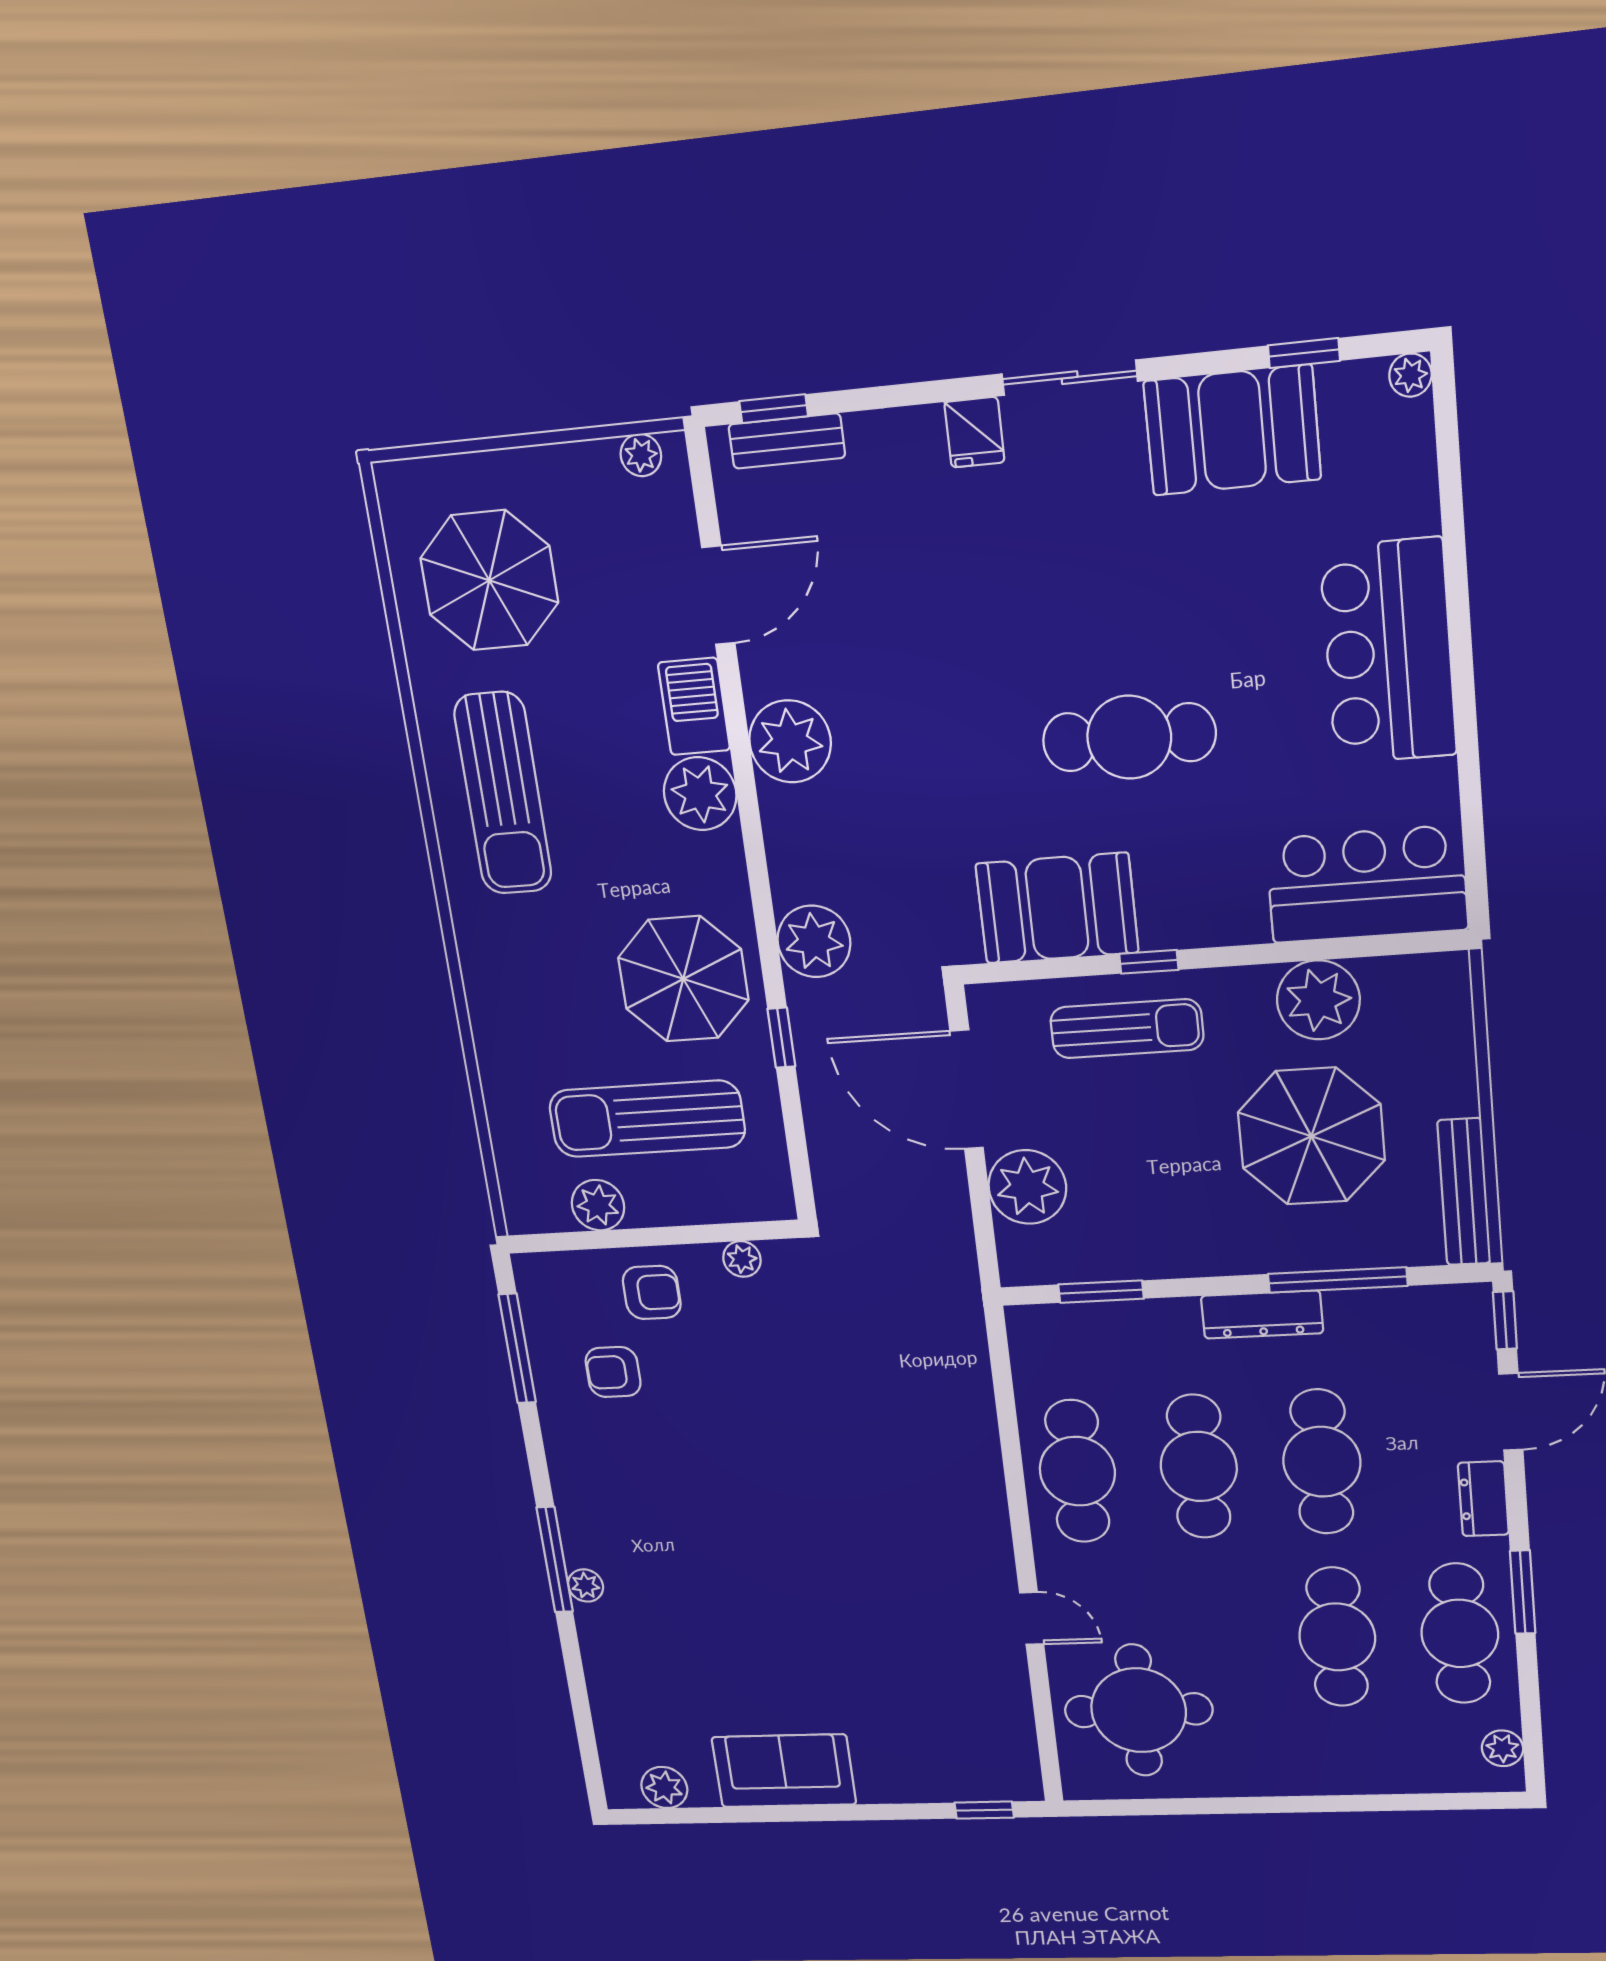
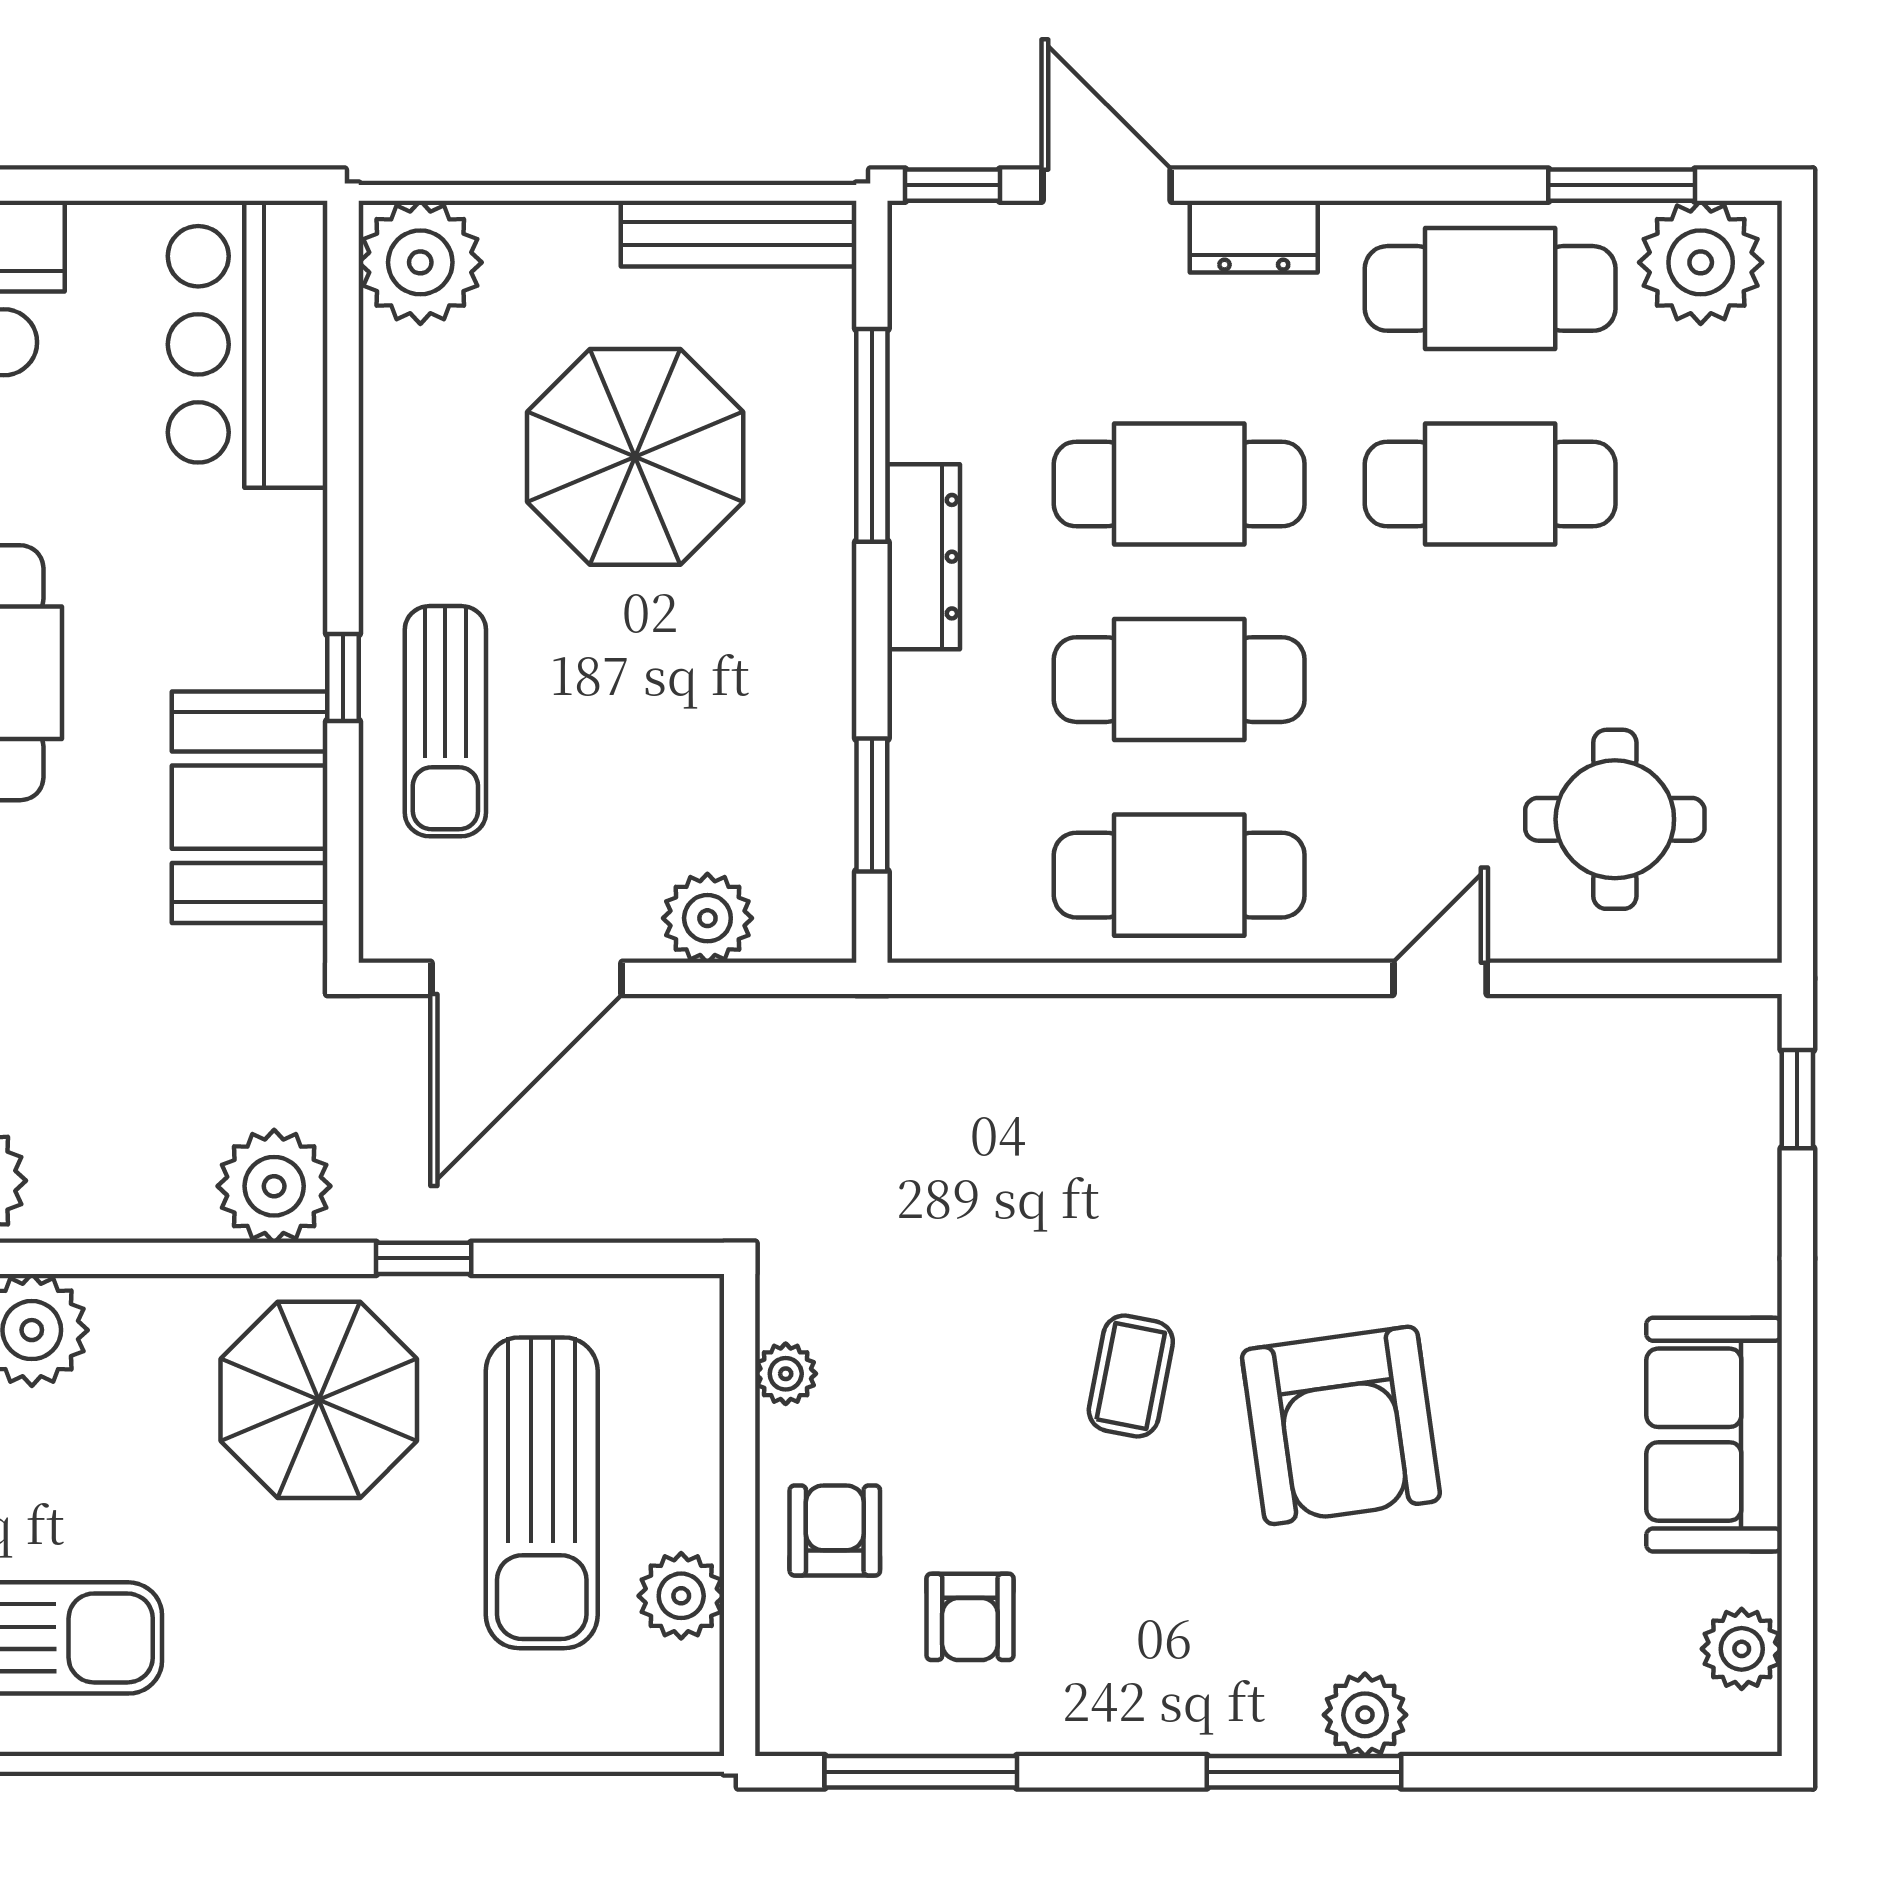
plant: (1318, 1000) -> (420, 262), moved
sun lounger: (1127, 1029) -> (445, 721), turned 180
plant: (1027, 1187) -> (707, 918), width x0.73, depth x0.73
coffee table: (770, 1456) -> (1131, 1376), added
armchair: (759, 1573) -> (1341, 1425), added
plant: (586, 1586) -> (1365, 1715), width x1.38, depth x1.38
window: (1523, 1592) -> (1622, 185), moved
round table: (1139, 1710) -> (1615, 819), width x0.73, depth x0.73
plant: (1502, 1748) -> (1701, 262), width x1.88, depth x1.88

